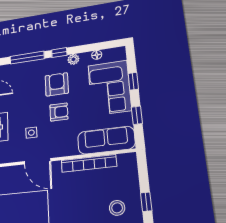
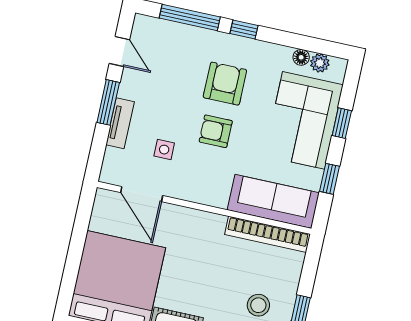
plant: (73, 59) -> (320, 63), moved
armchair: (59, 112) -> (216, 131), turned 180
door: (37, 161) -> (142, 194), moved
bookcase: (89, 163) -> (267, 234), moved

